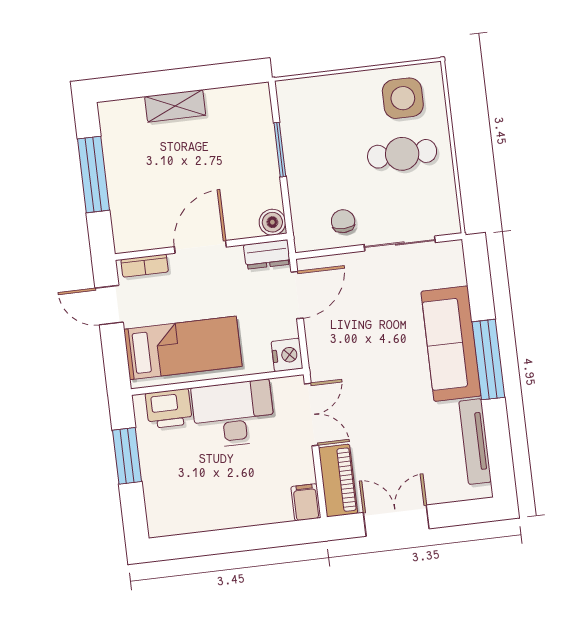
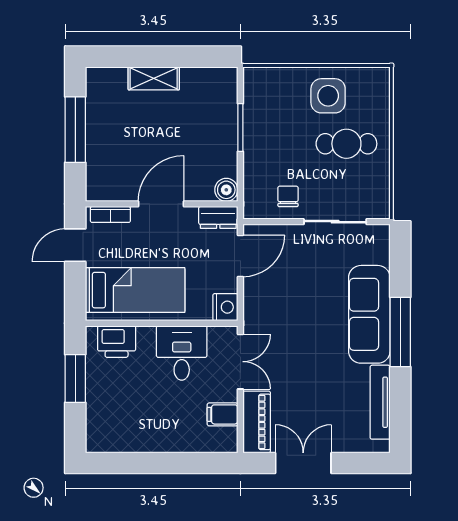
side table: (403, 98) -> (328, 96), moved
door: (109, 305) -> (75, 245), hinge flipped
desk: (233, 414) -> (182, 353), width x0.73
filing cabinet: (306, 502) -> (223, 414), moved, turned -90

